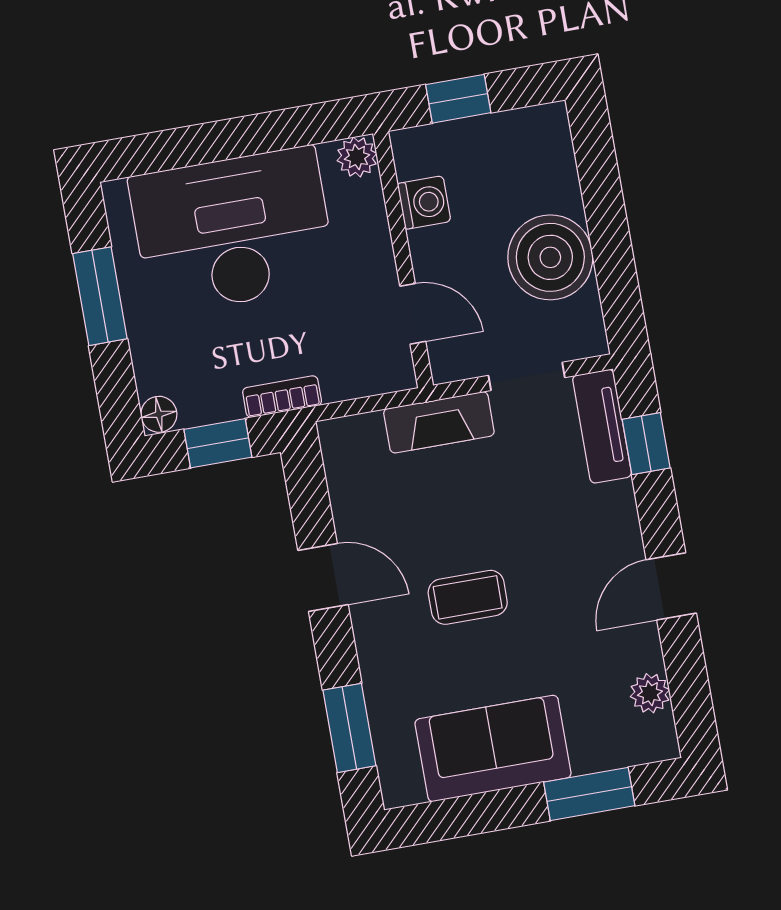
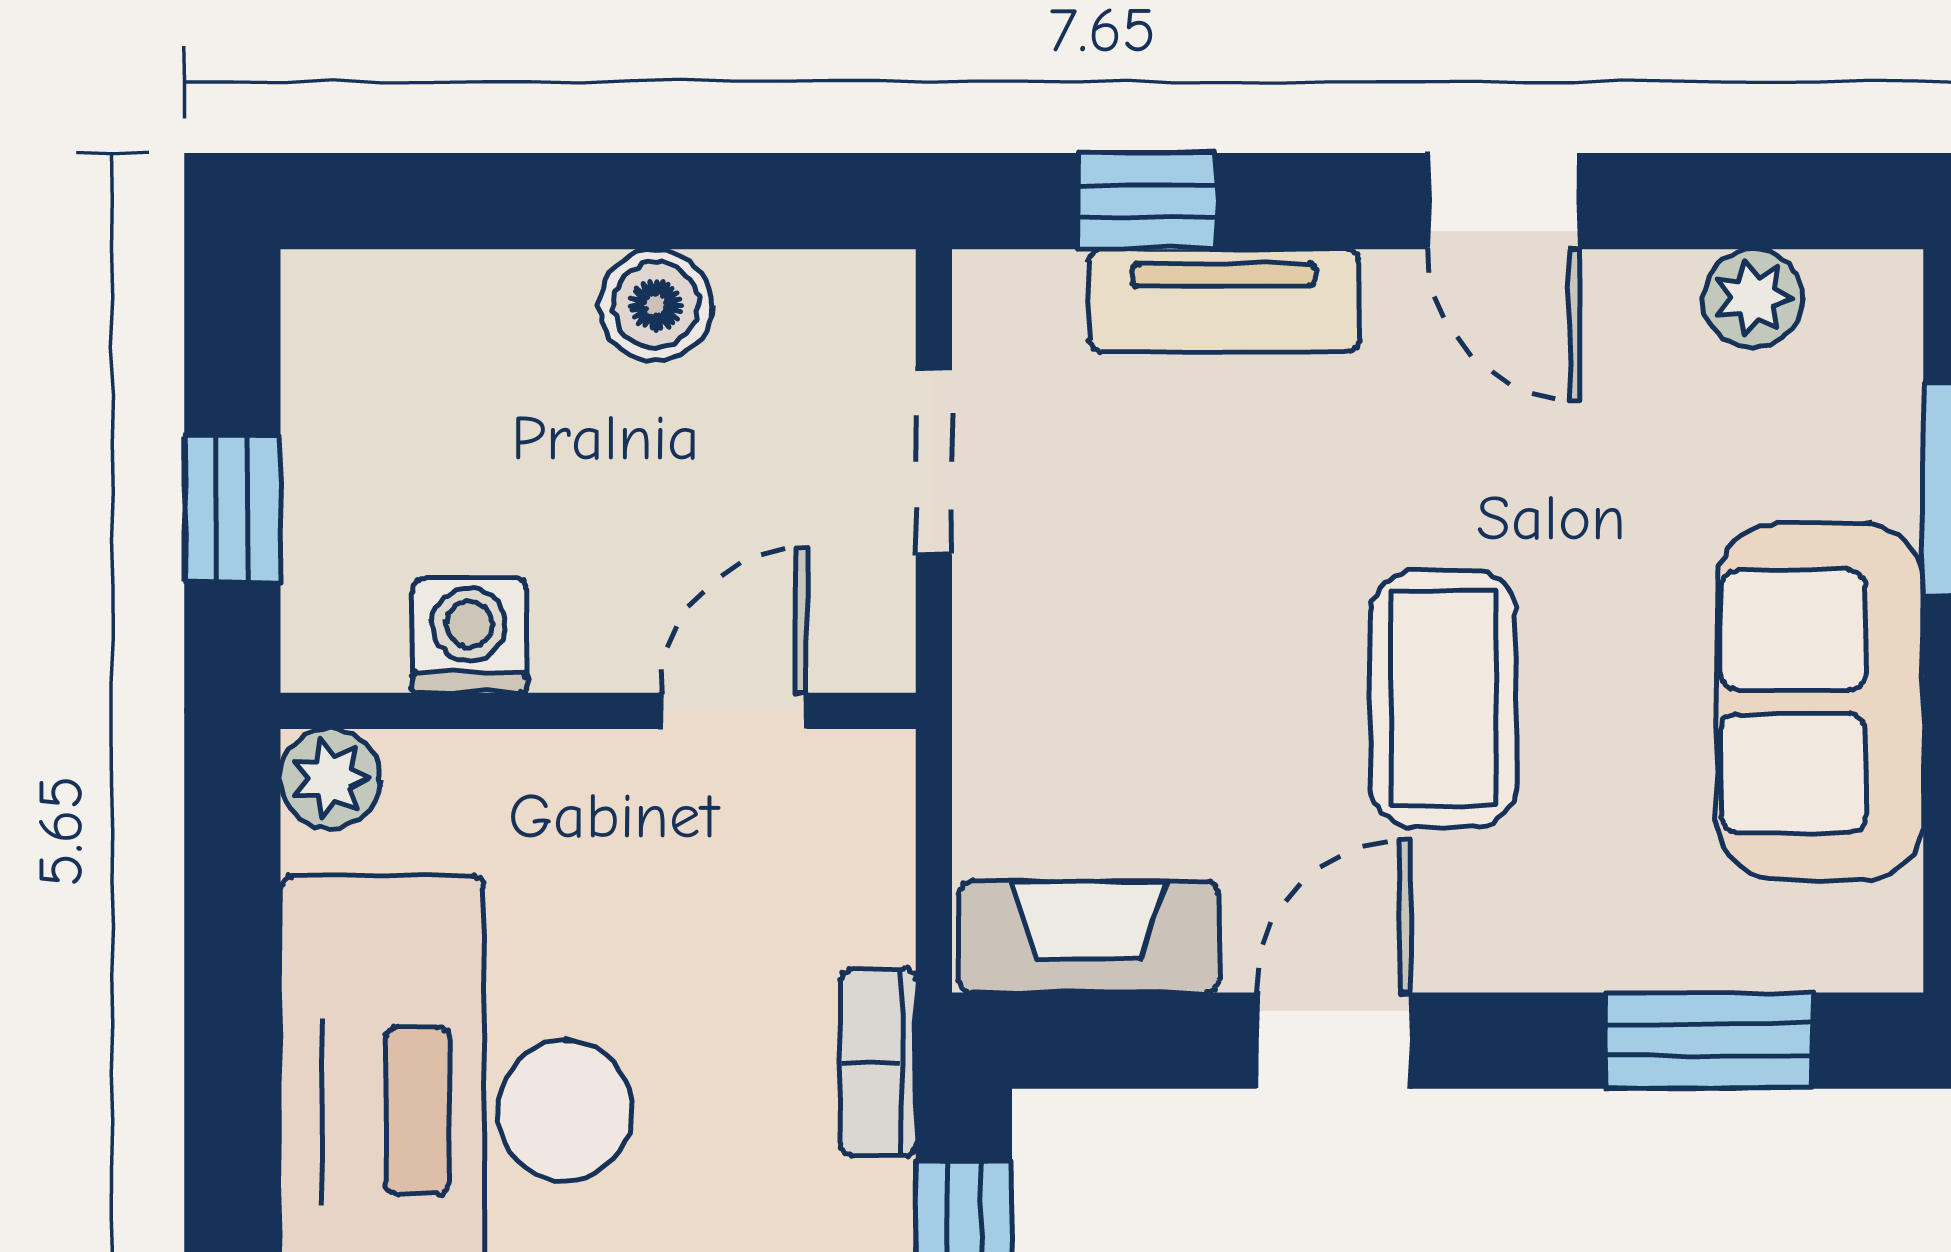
boiler: (550, 257) -> (656, 305), width x0.54, depth x0.54
fireplace: (439, 422) -> (1089, 937), moved, turned -90
tv unit: (602, 426) -> (1224, 300), moved
coffee table: (468, 597) -> (1443, 699), width x1.36, depth x1.30

